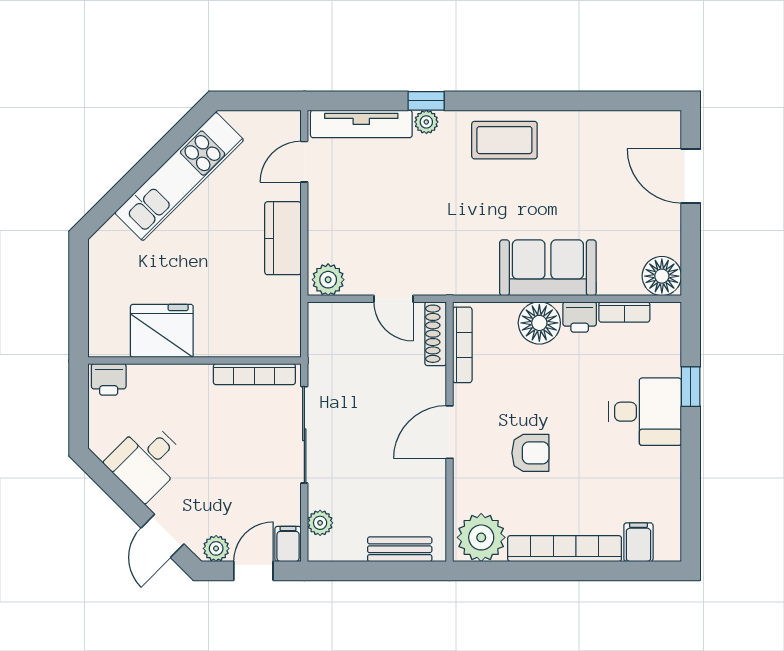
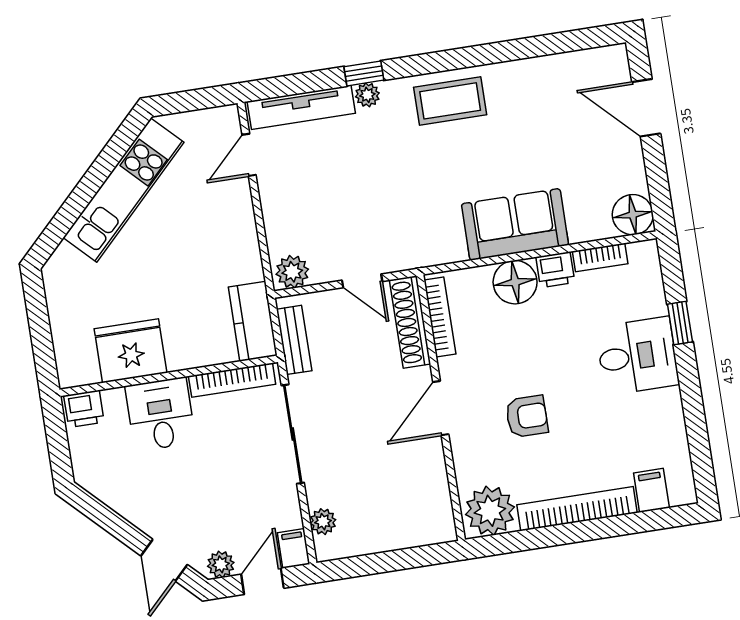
kitchen counter: (283, 238) -> (253, 321), moved
shoe rack: (436, 334) -> (410, 322), width x1.36, depth x1.24
desk: (146, 461) -> (160, 414), moved, turned 135
bench: (400, 549) -> (294, 340), moved, turned 90

